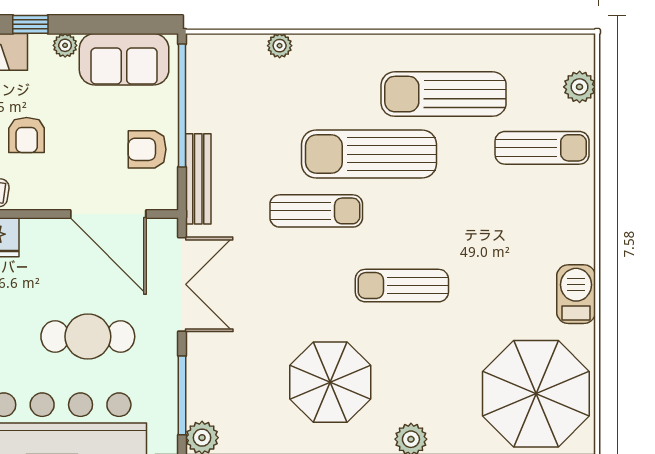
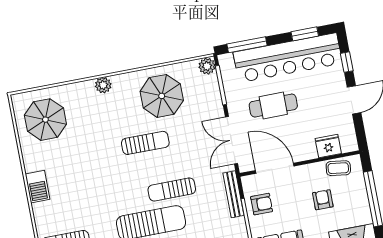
sun lounger: (402, 286) -> (145, 143), moved
barbecue: (576, 294) -> (38, 187), moved
parasol: (330, 382) -> (162, 96), moved
parasol: (536, 394) -> (45, 120), width x0.73, depth x0.73

